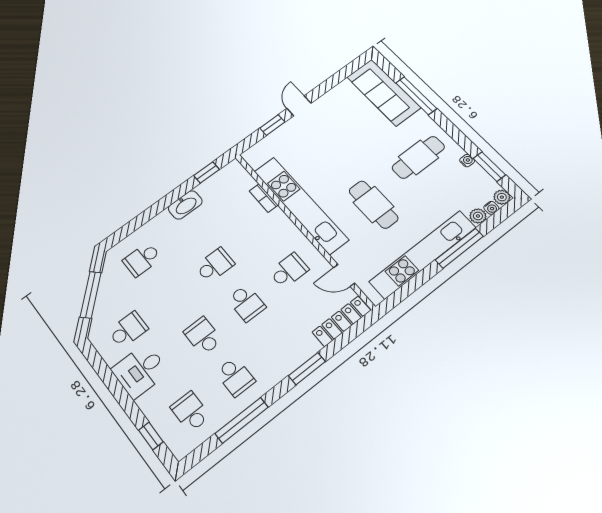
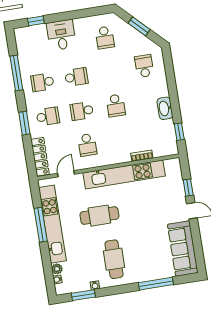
sofa: (384, 92) -> (183, 249), moved, turned -90
plant: (502, 197) -> (60, 290), removed
window: (459, 248) -> (41, 225), moved
window: (91, 295) -> (139, 26), width x0.69
desk: (140, 371) -> (61, 35), moved
school desk: (190, 412) -> (48, 116), moved

